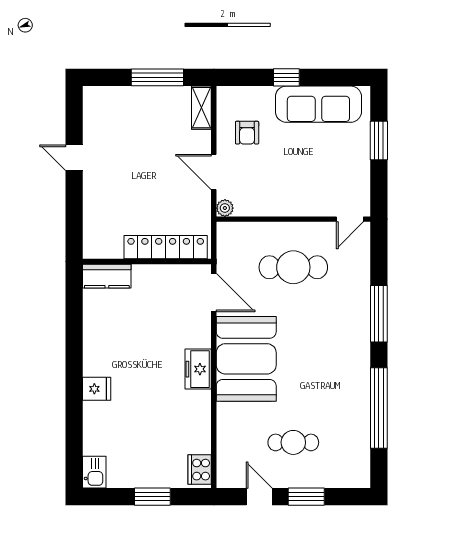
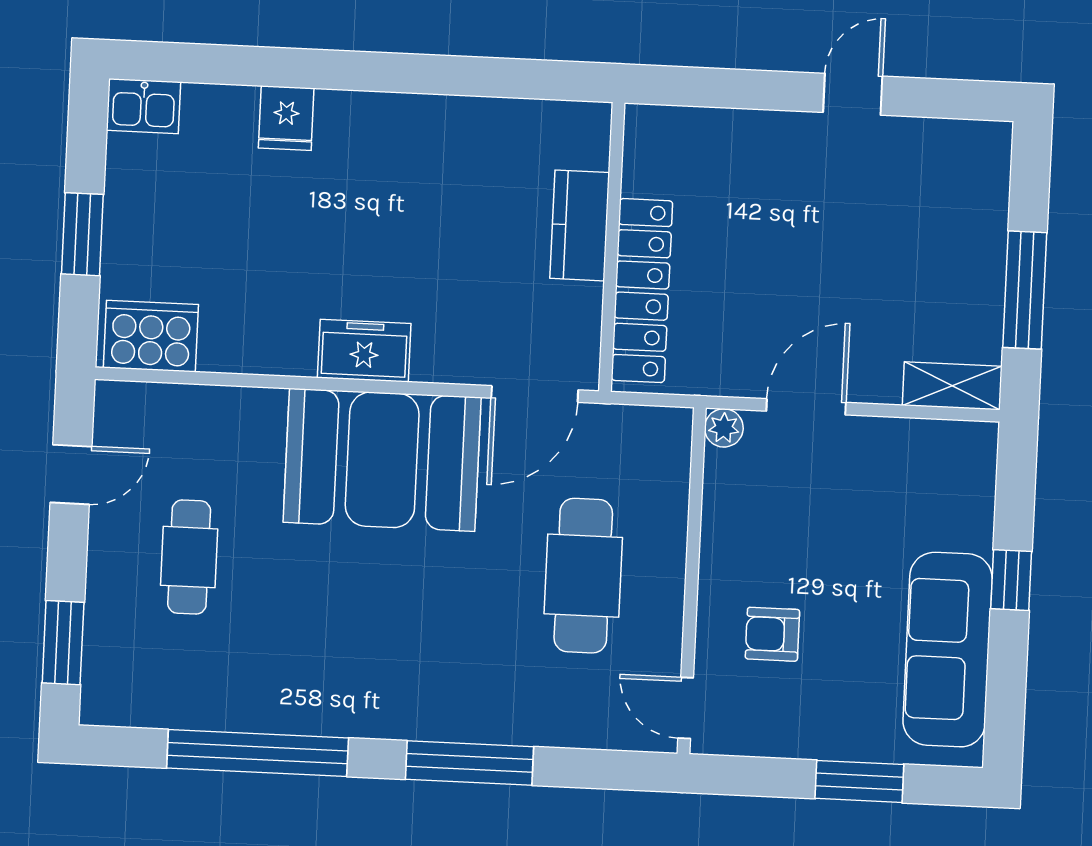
armchair: (247, 133) -> (772, 634), moved
kitchen counter: (107, 276) -> (580, 225), moved
fridge: (97, 389) -> (286, 118), moved
cooker: (200, 470) -> (151, 336), width x1.37, depth x1.31
window: (306, 497) -> (63, 643), moved

